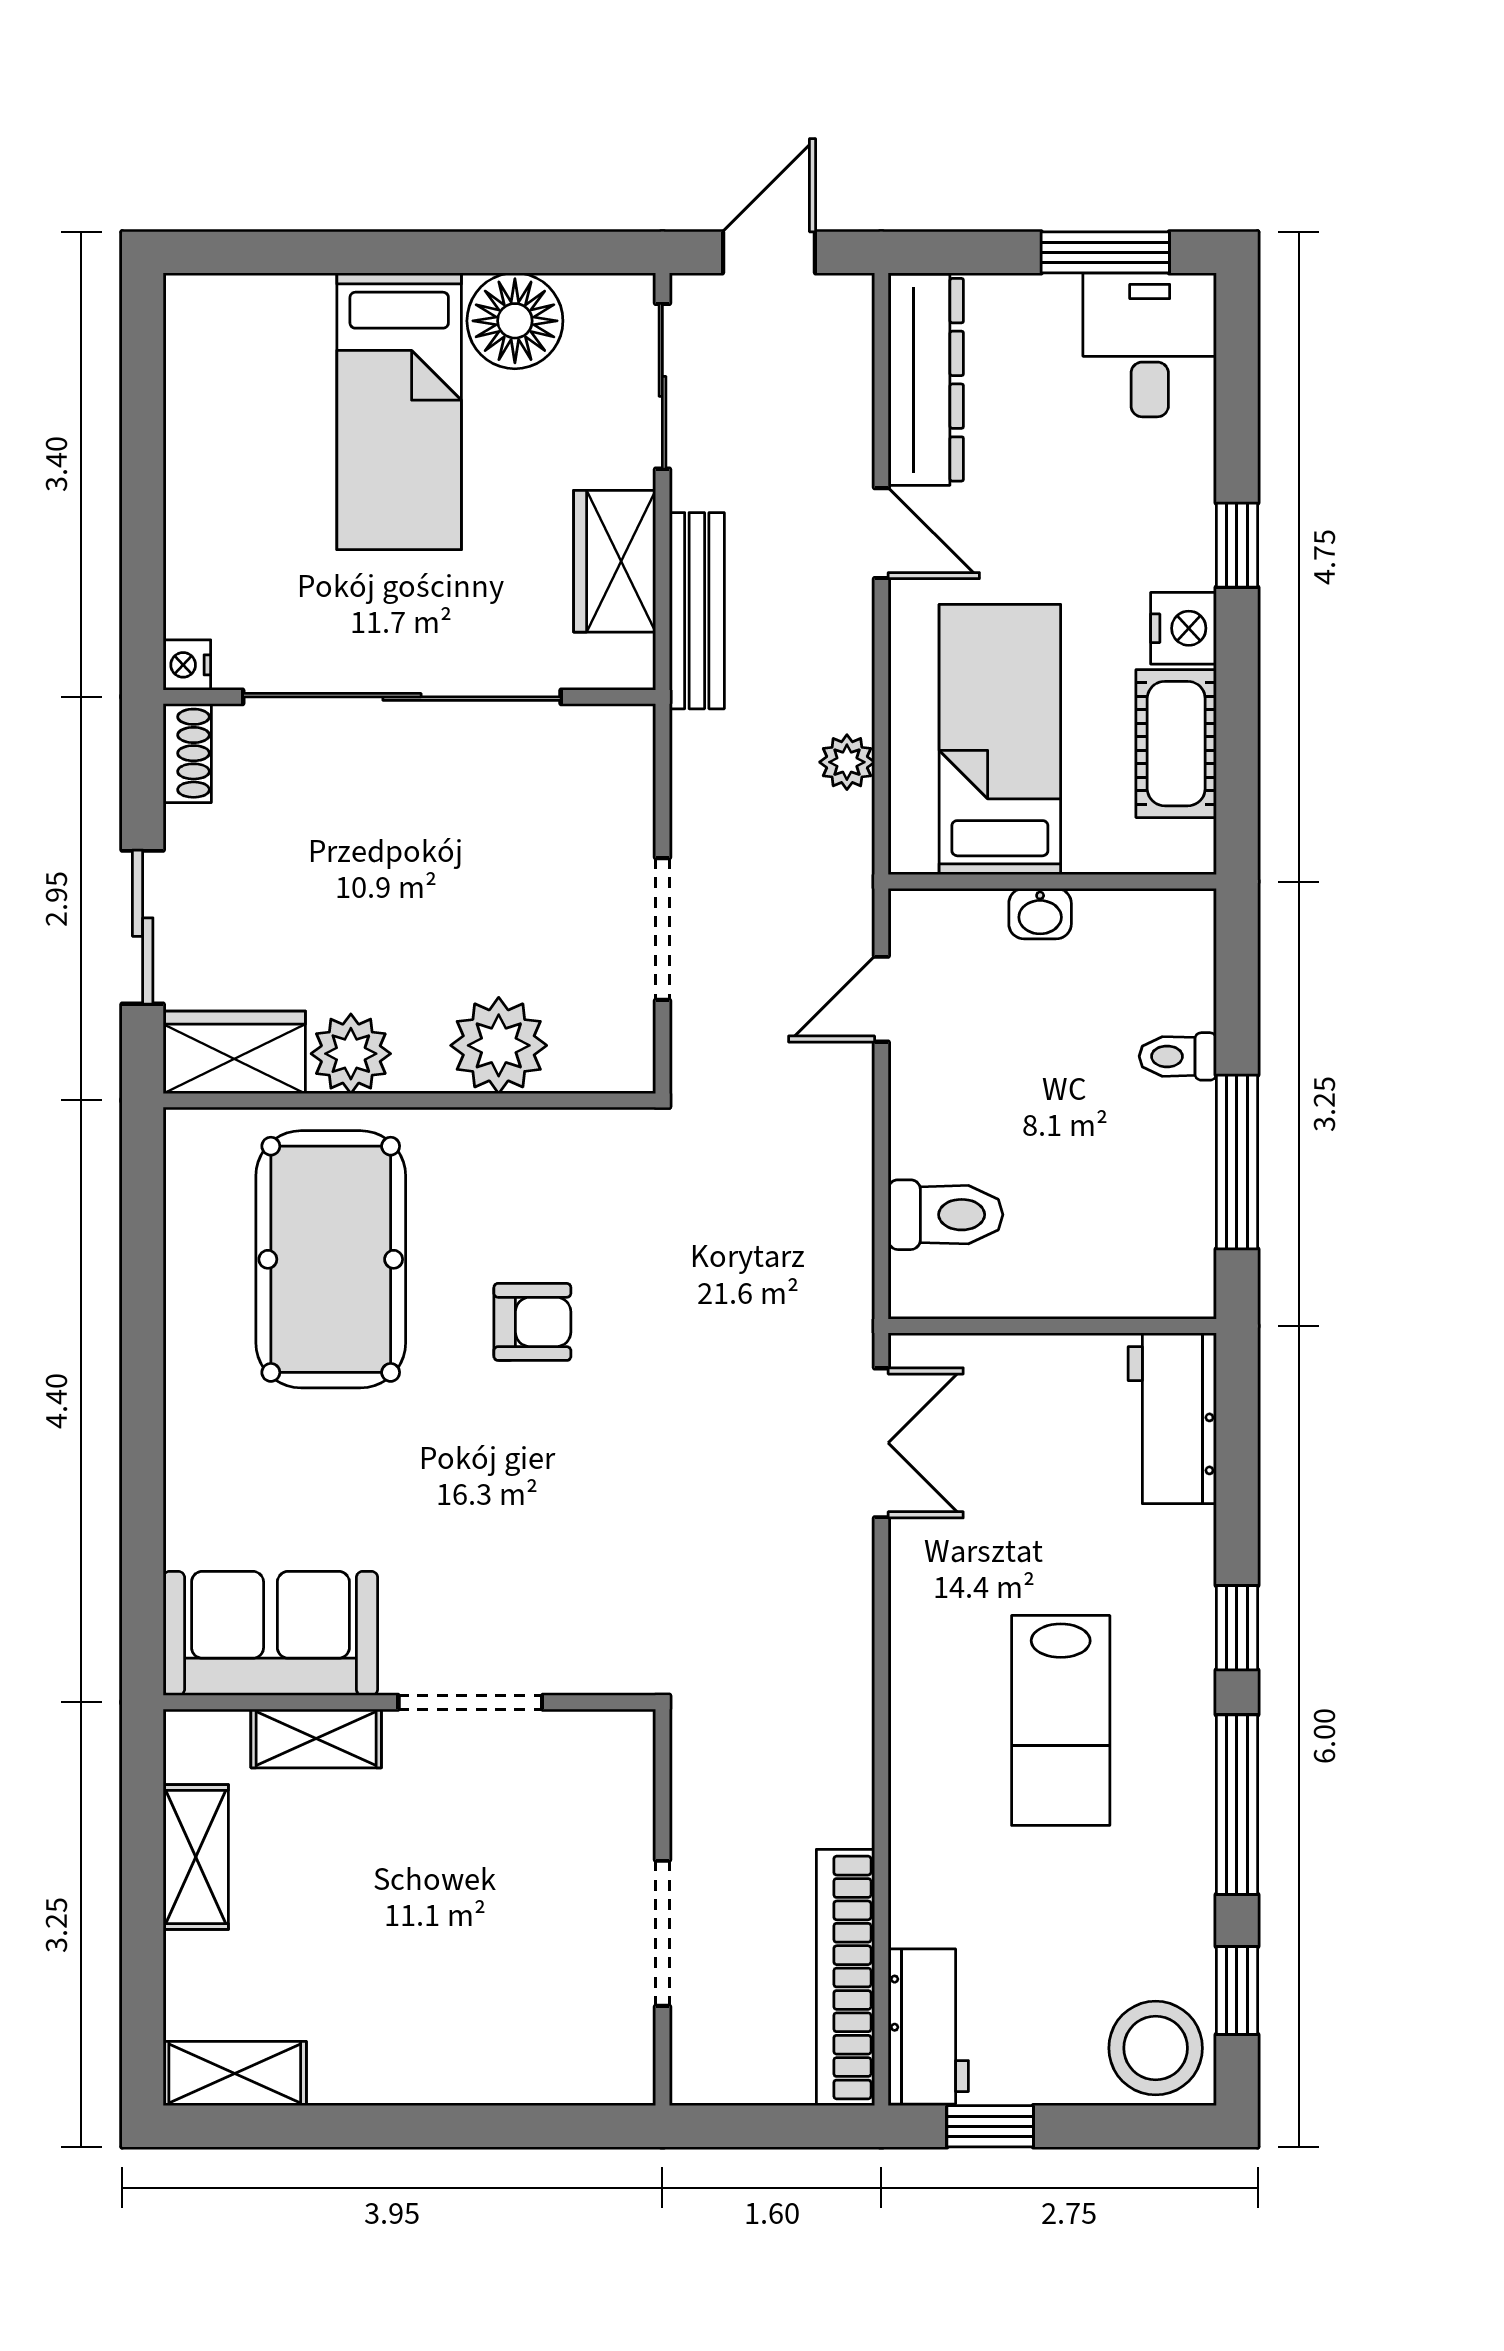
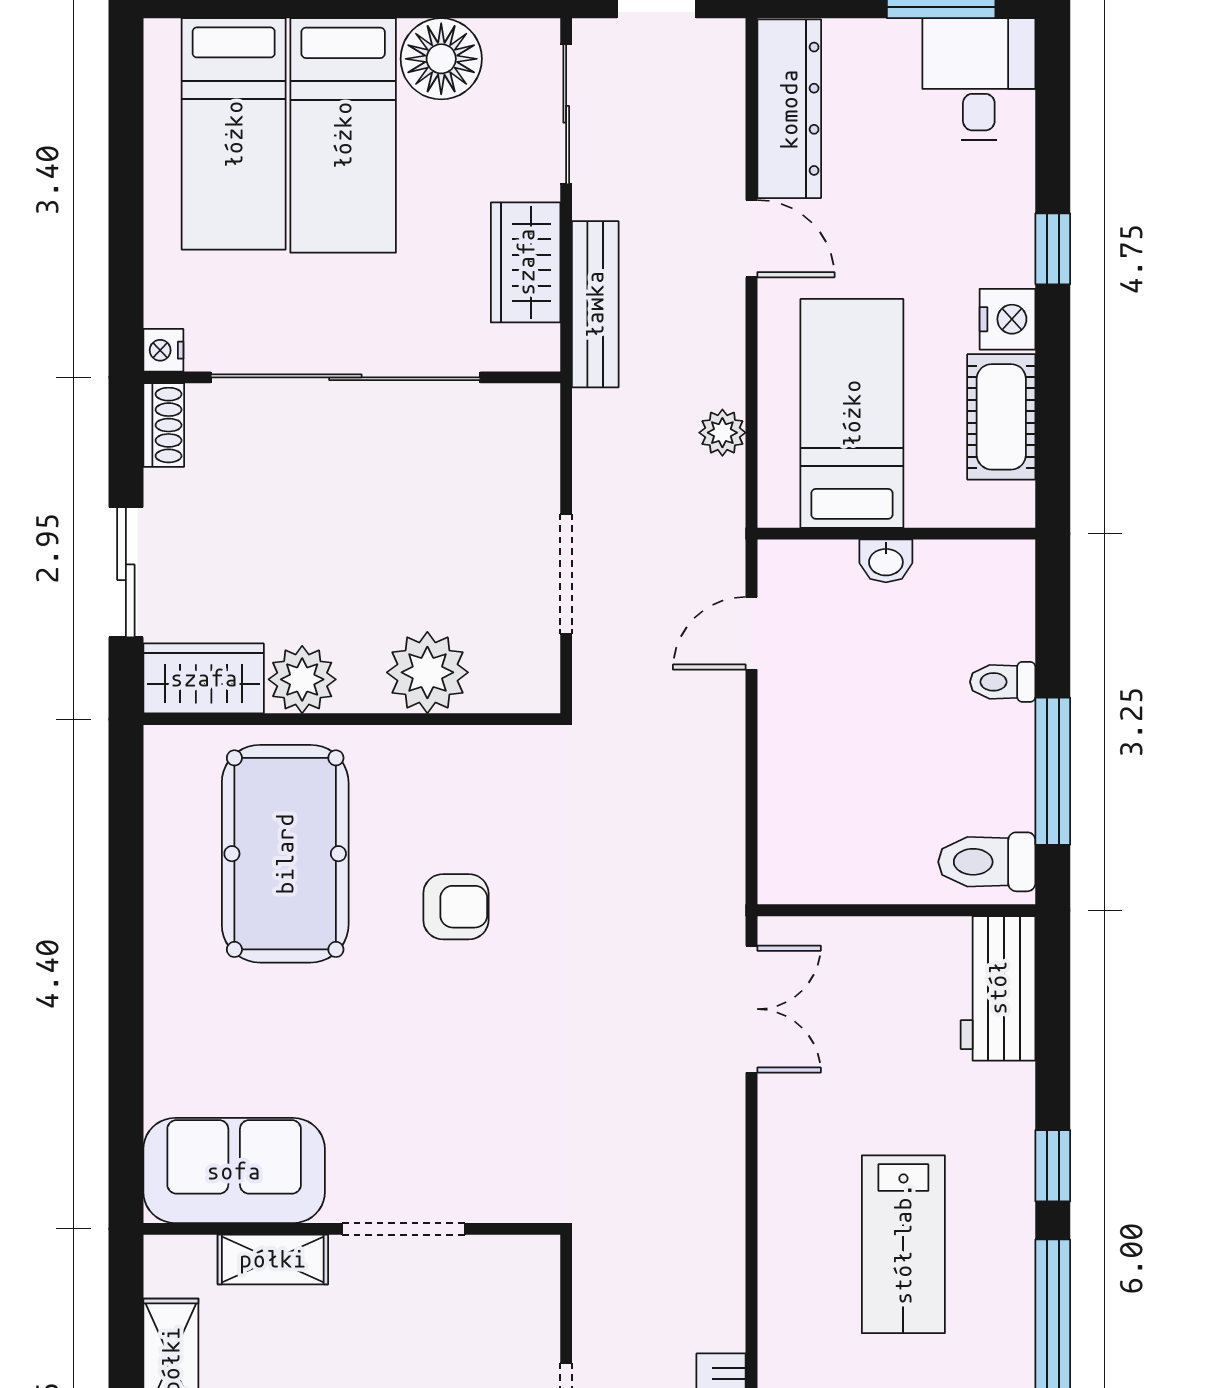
bed: (270, 409) -> (234, 134), added
toilet: (946, 1215) -> (987, 862), moved, turned 180

